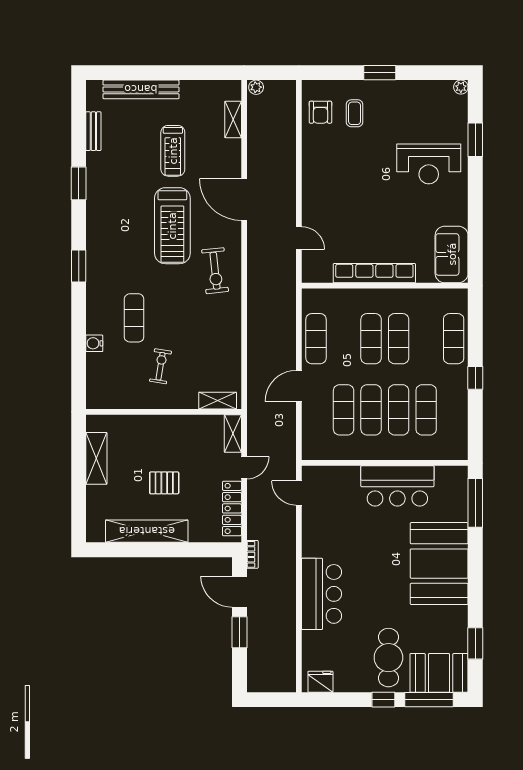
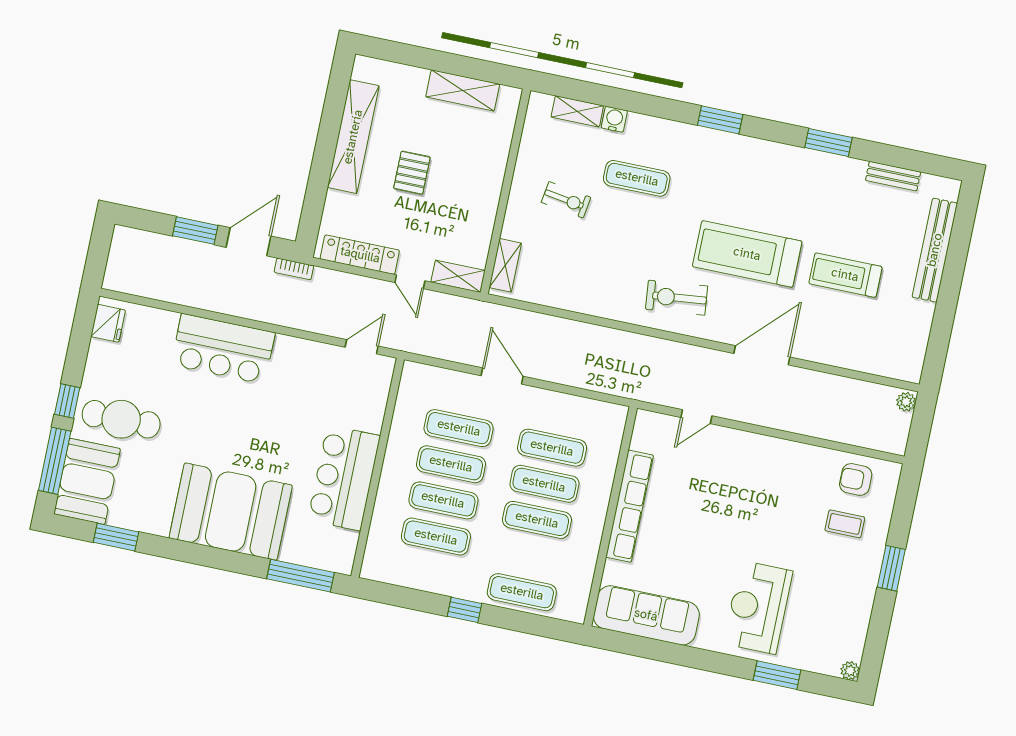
shelving: (233, 119) -> (577, 111), moved
sofa: (452, 254) -> (646, 615), width x1.36
exercise mat: (316, 339) -> (552, 448), moved

